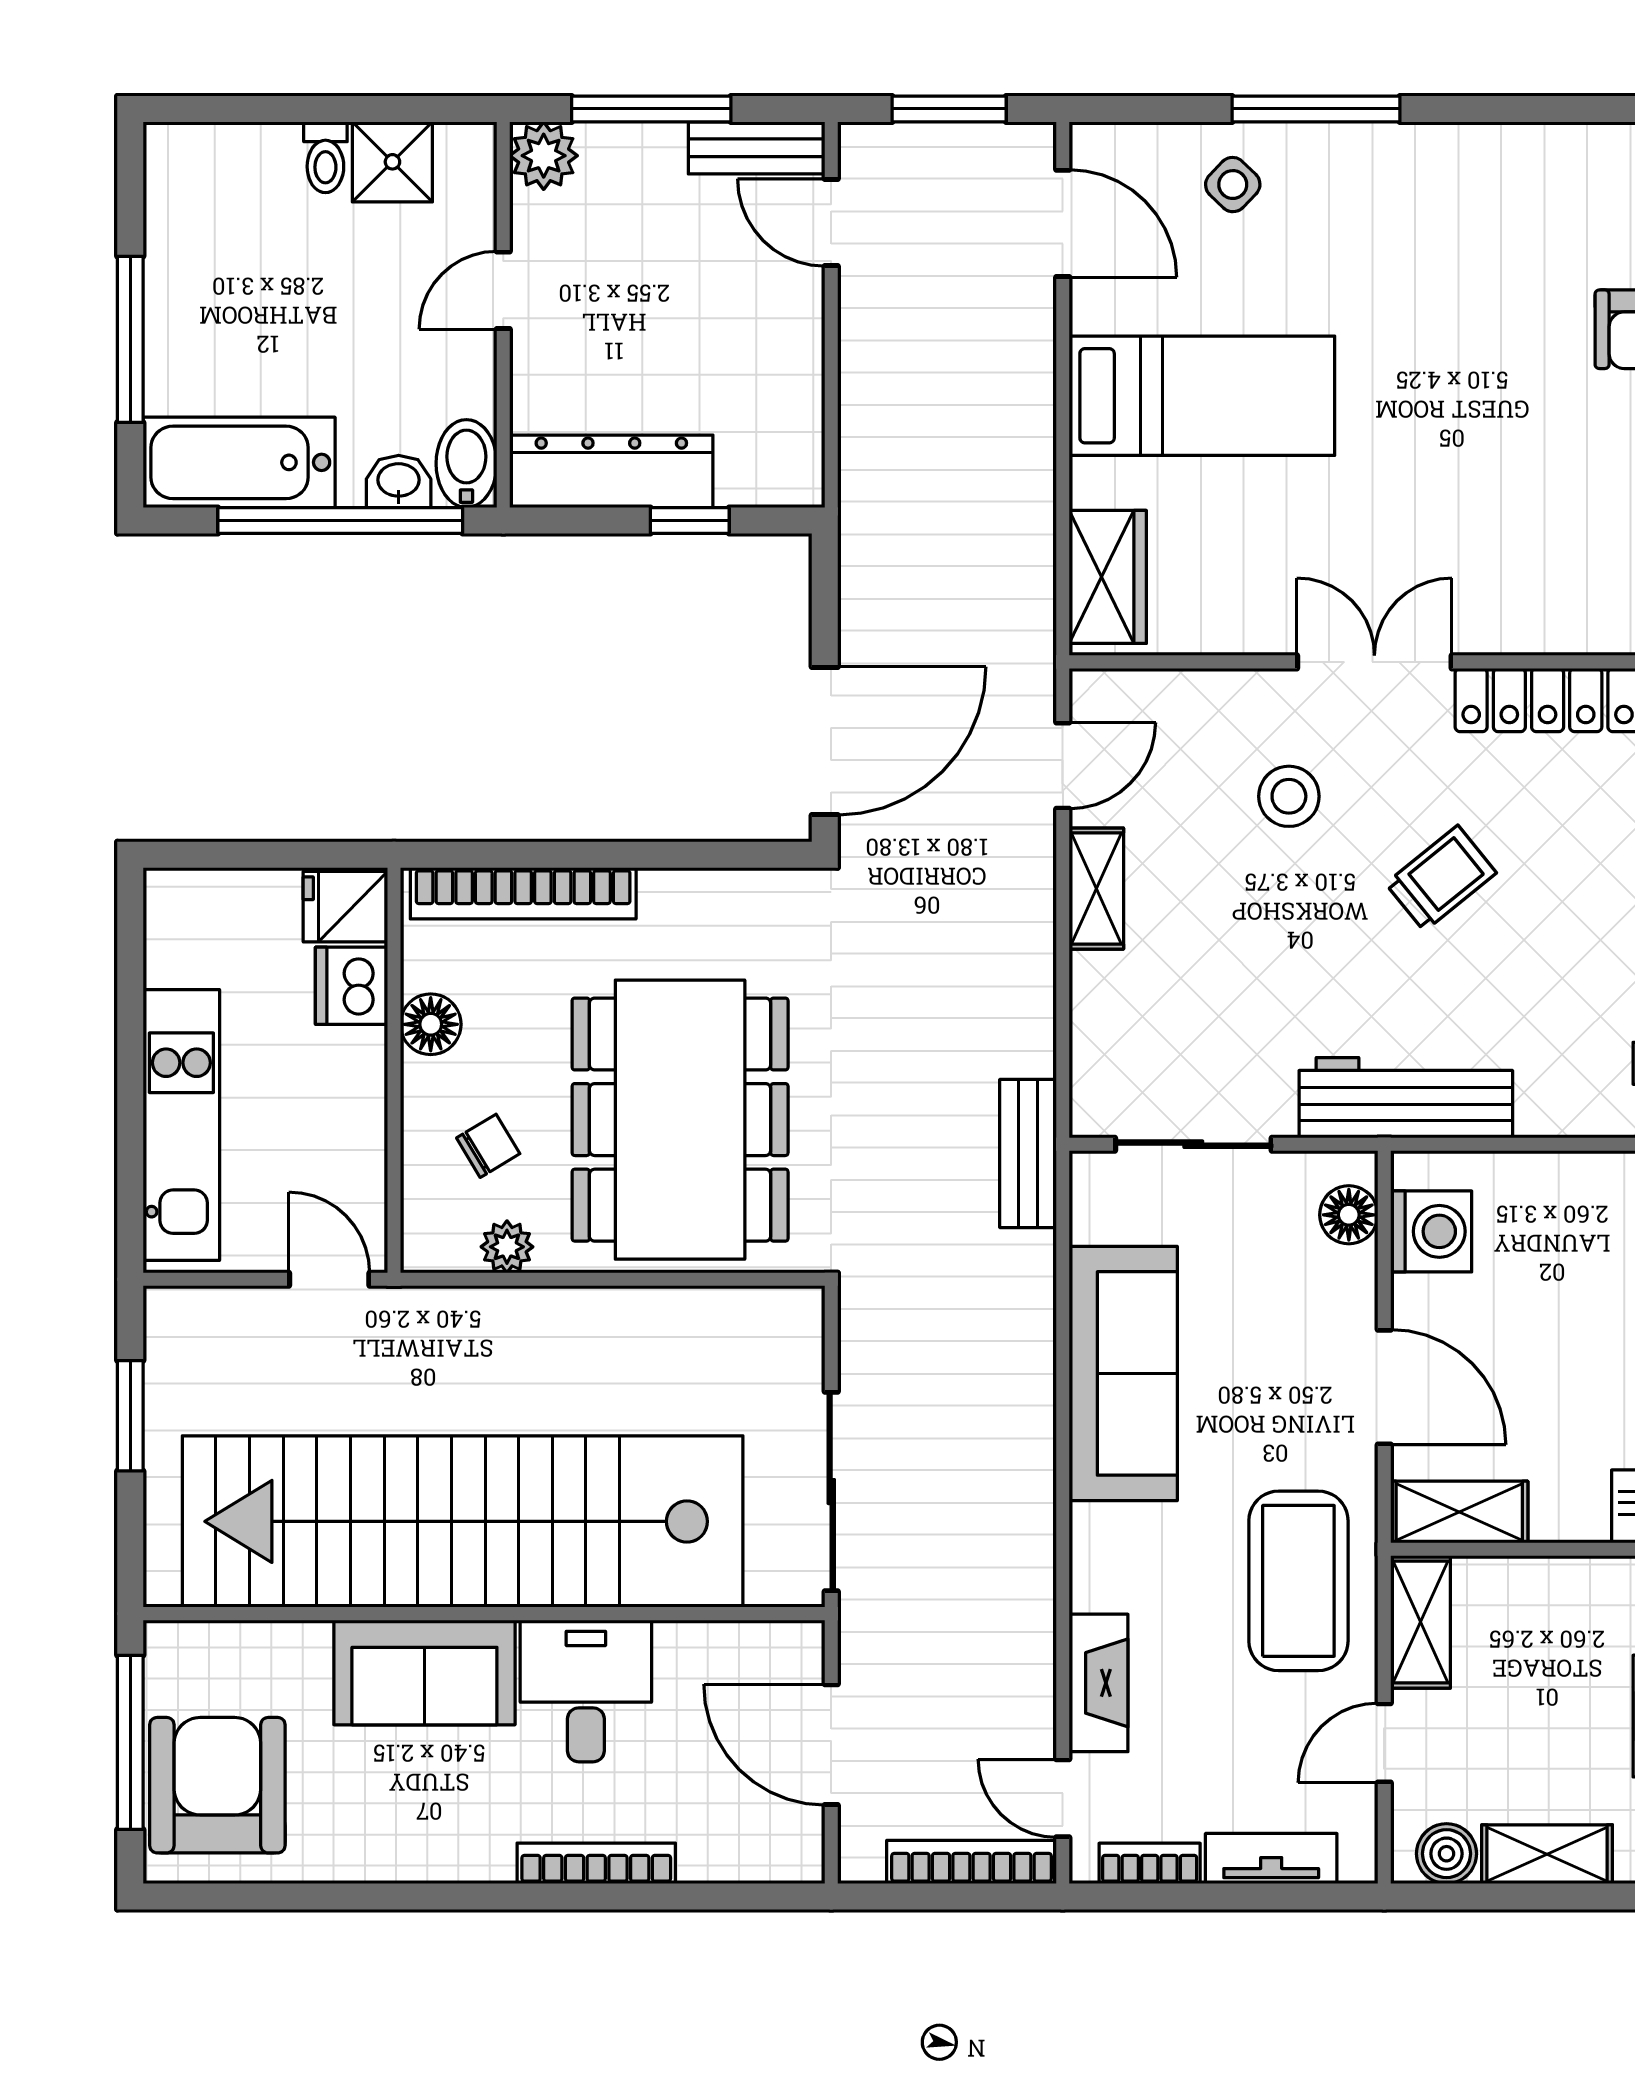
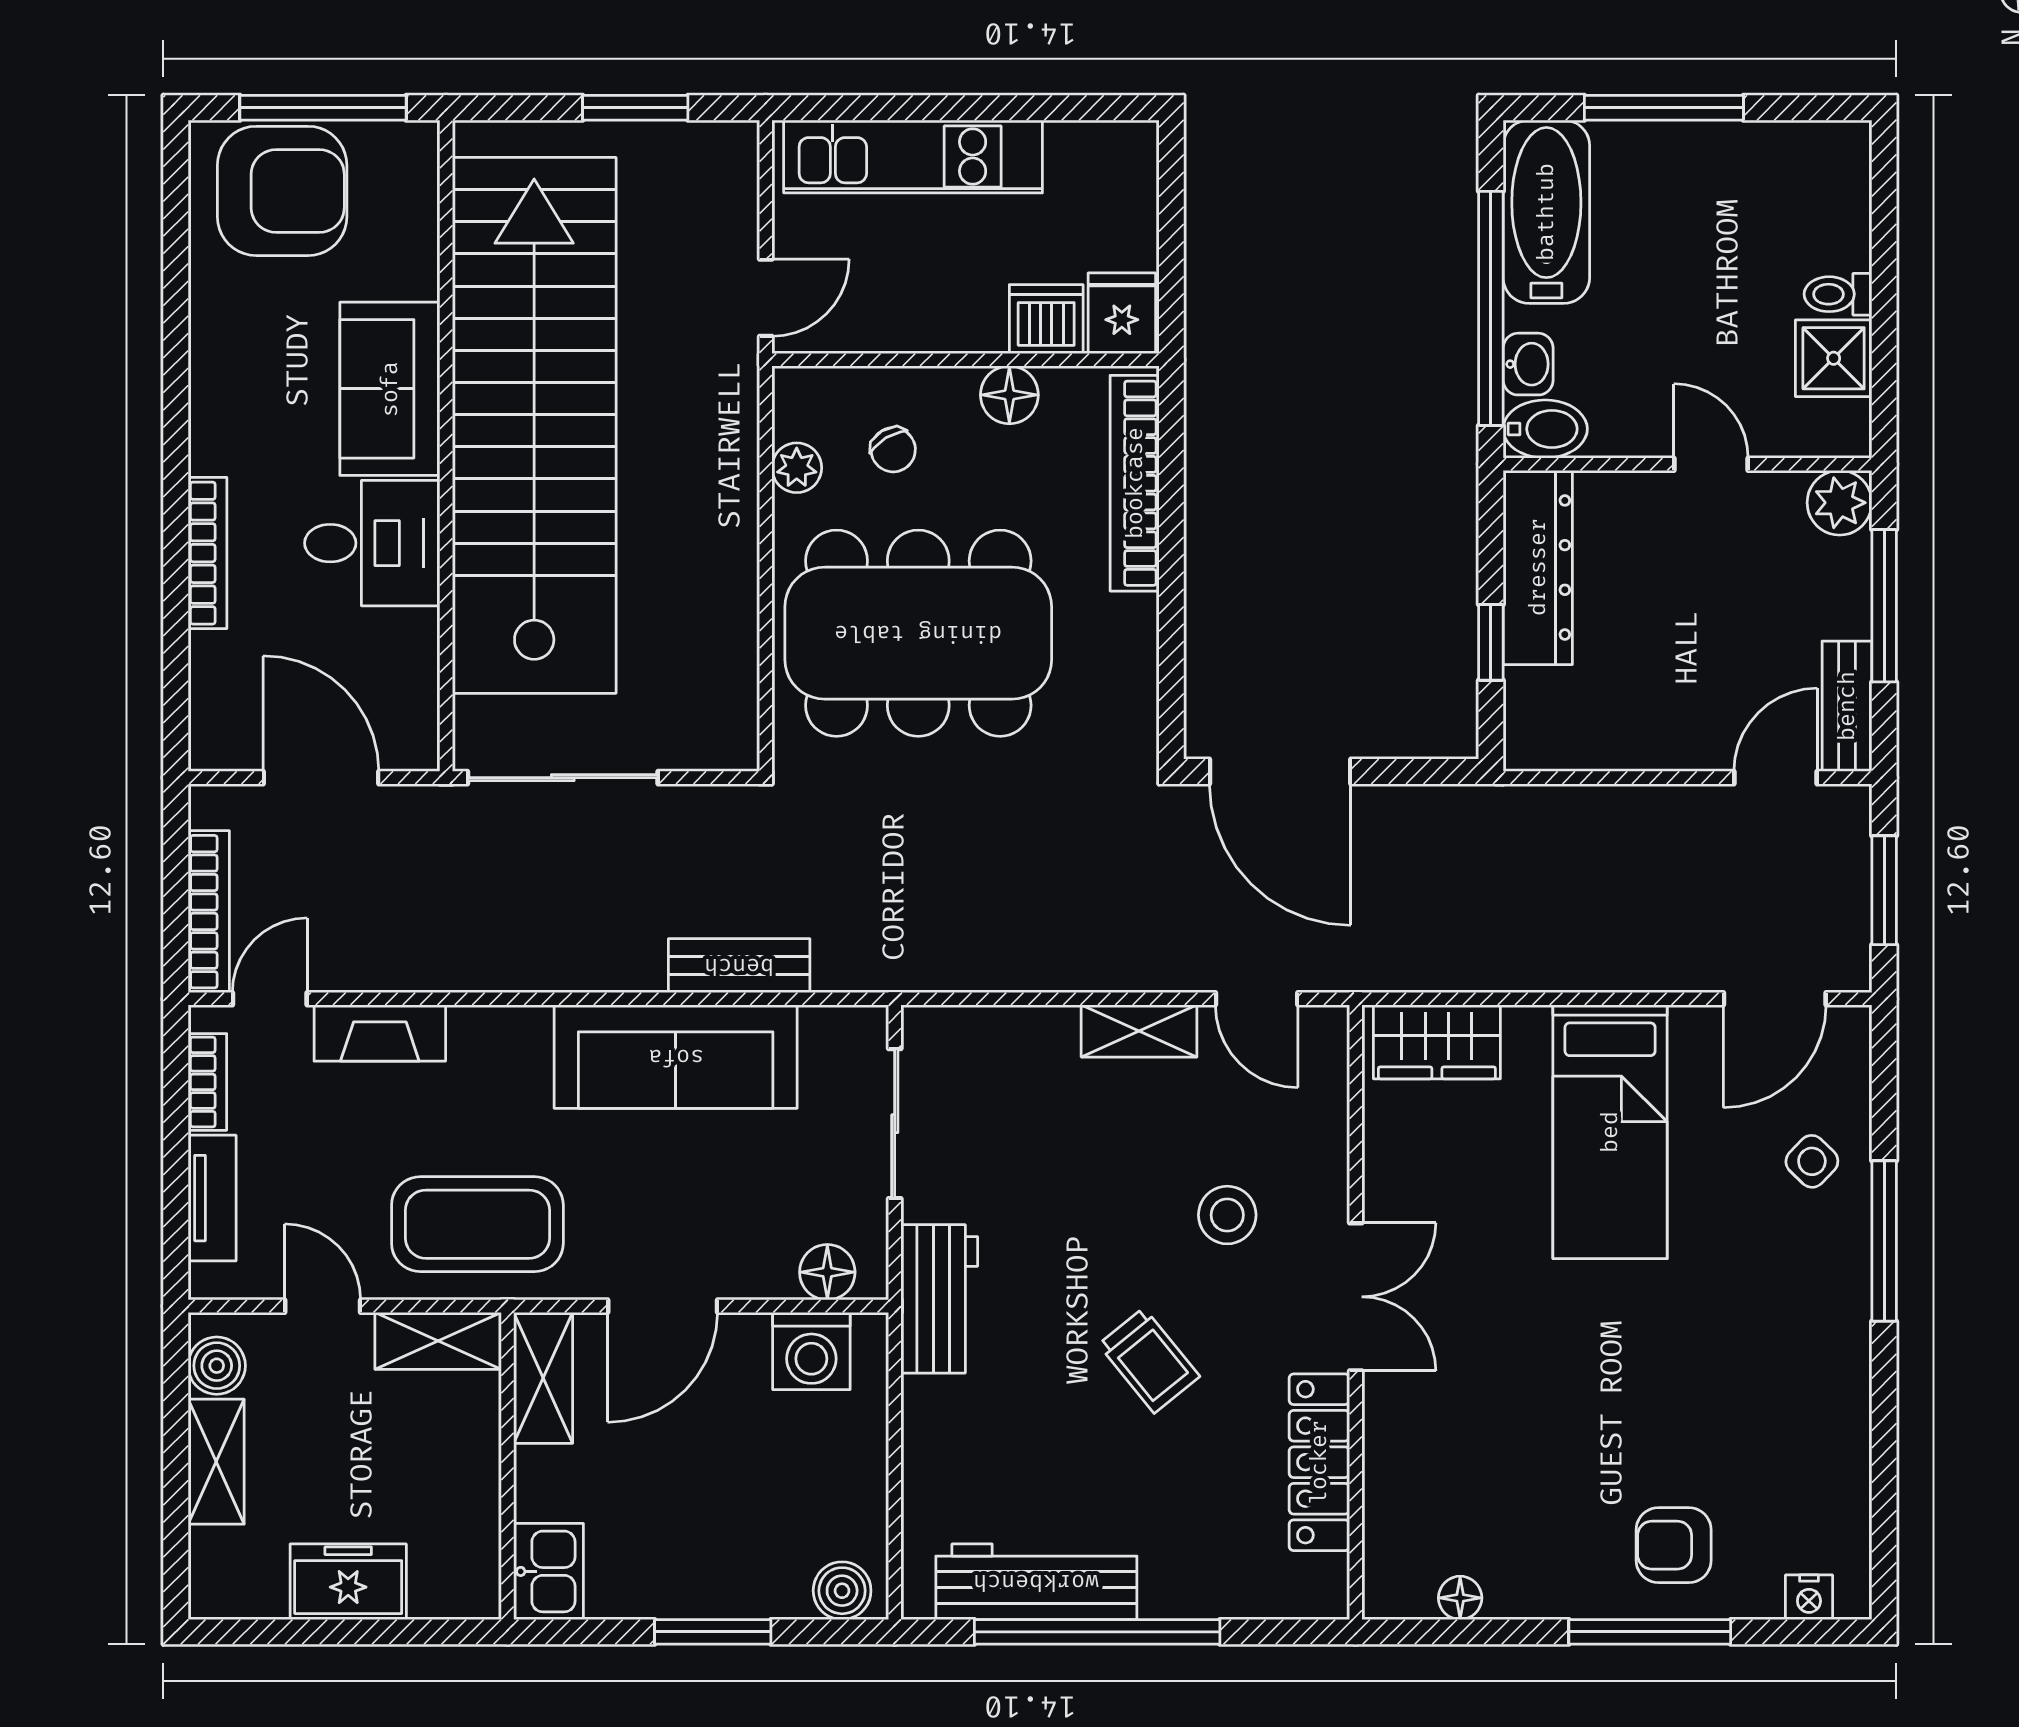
workbench: (1406, 1098) -> (939, 1299), width x0.73
bench: (1028, 1154) -> (739, 966), moved
door: (831, 1745) -> (321, 778), hinge flipped

